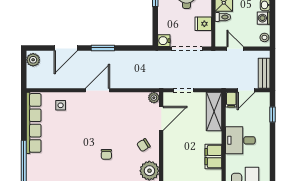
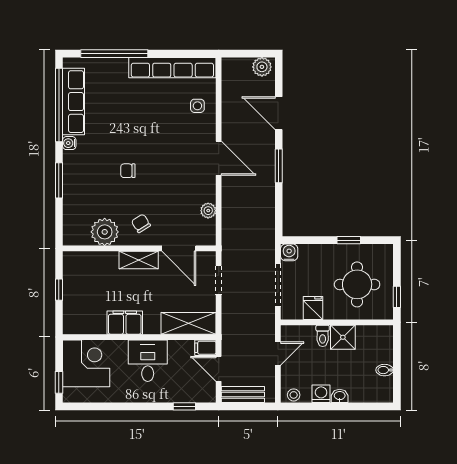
plant: (154, 98) -> (208, 211), moved
shelving: (169, 147) -> (139, 260), added

